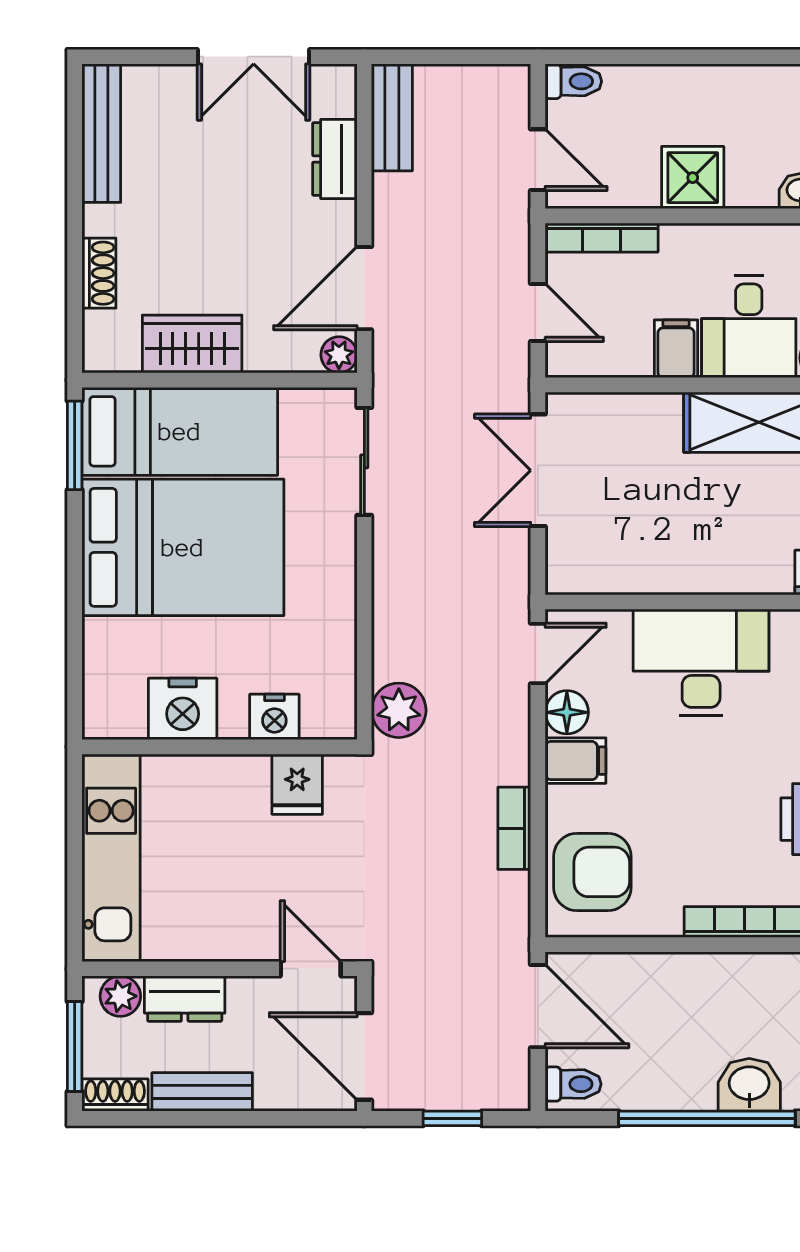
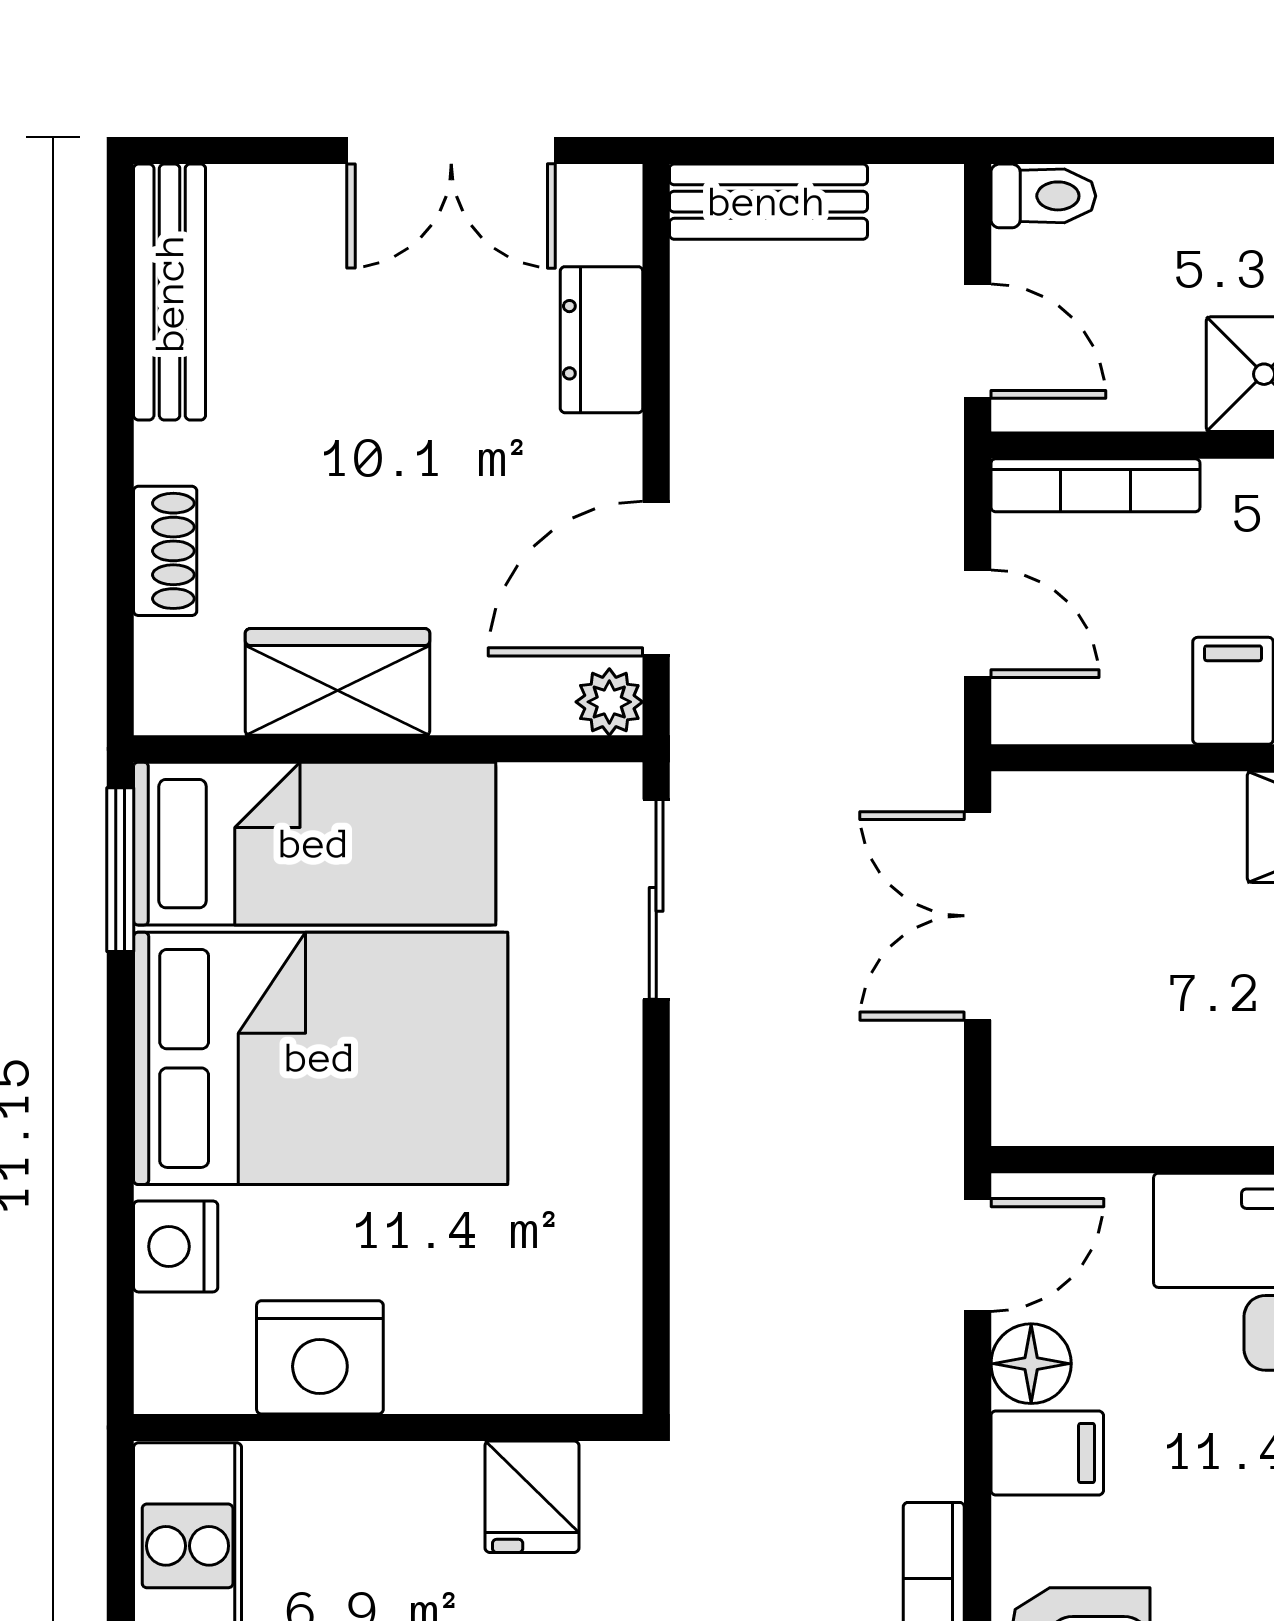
bench: (392, 117) -> (768, 202), moved, turned 90
plant: (399, 710) -> (720, 1360), removed
nightstand: (274, 717) -> (176, 1246), moved, turned 90

